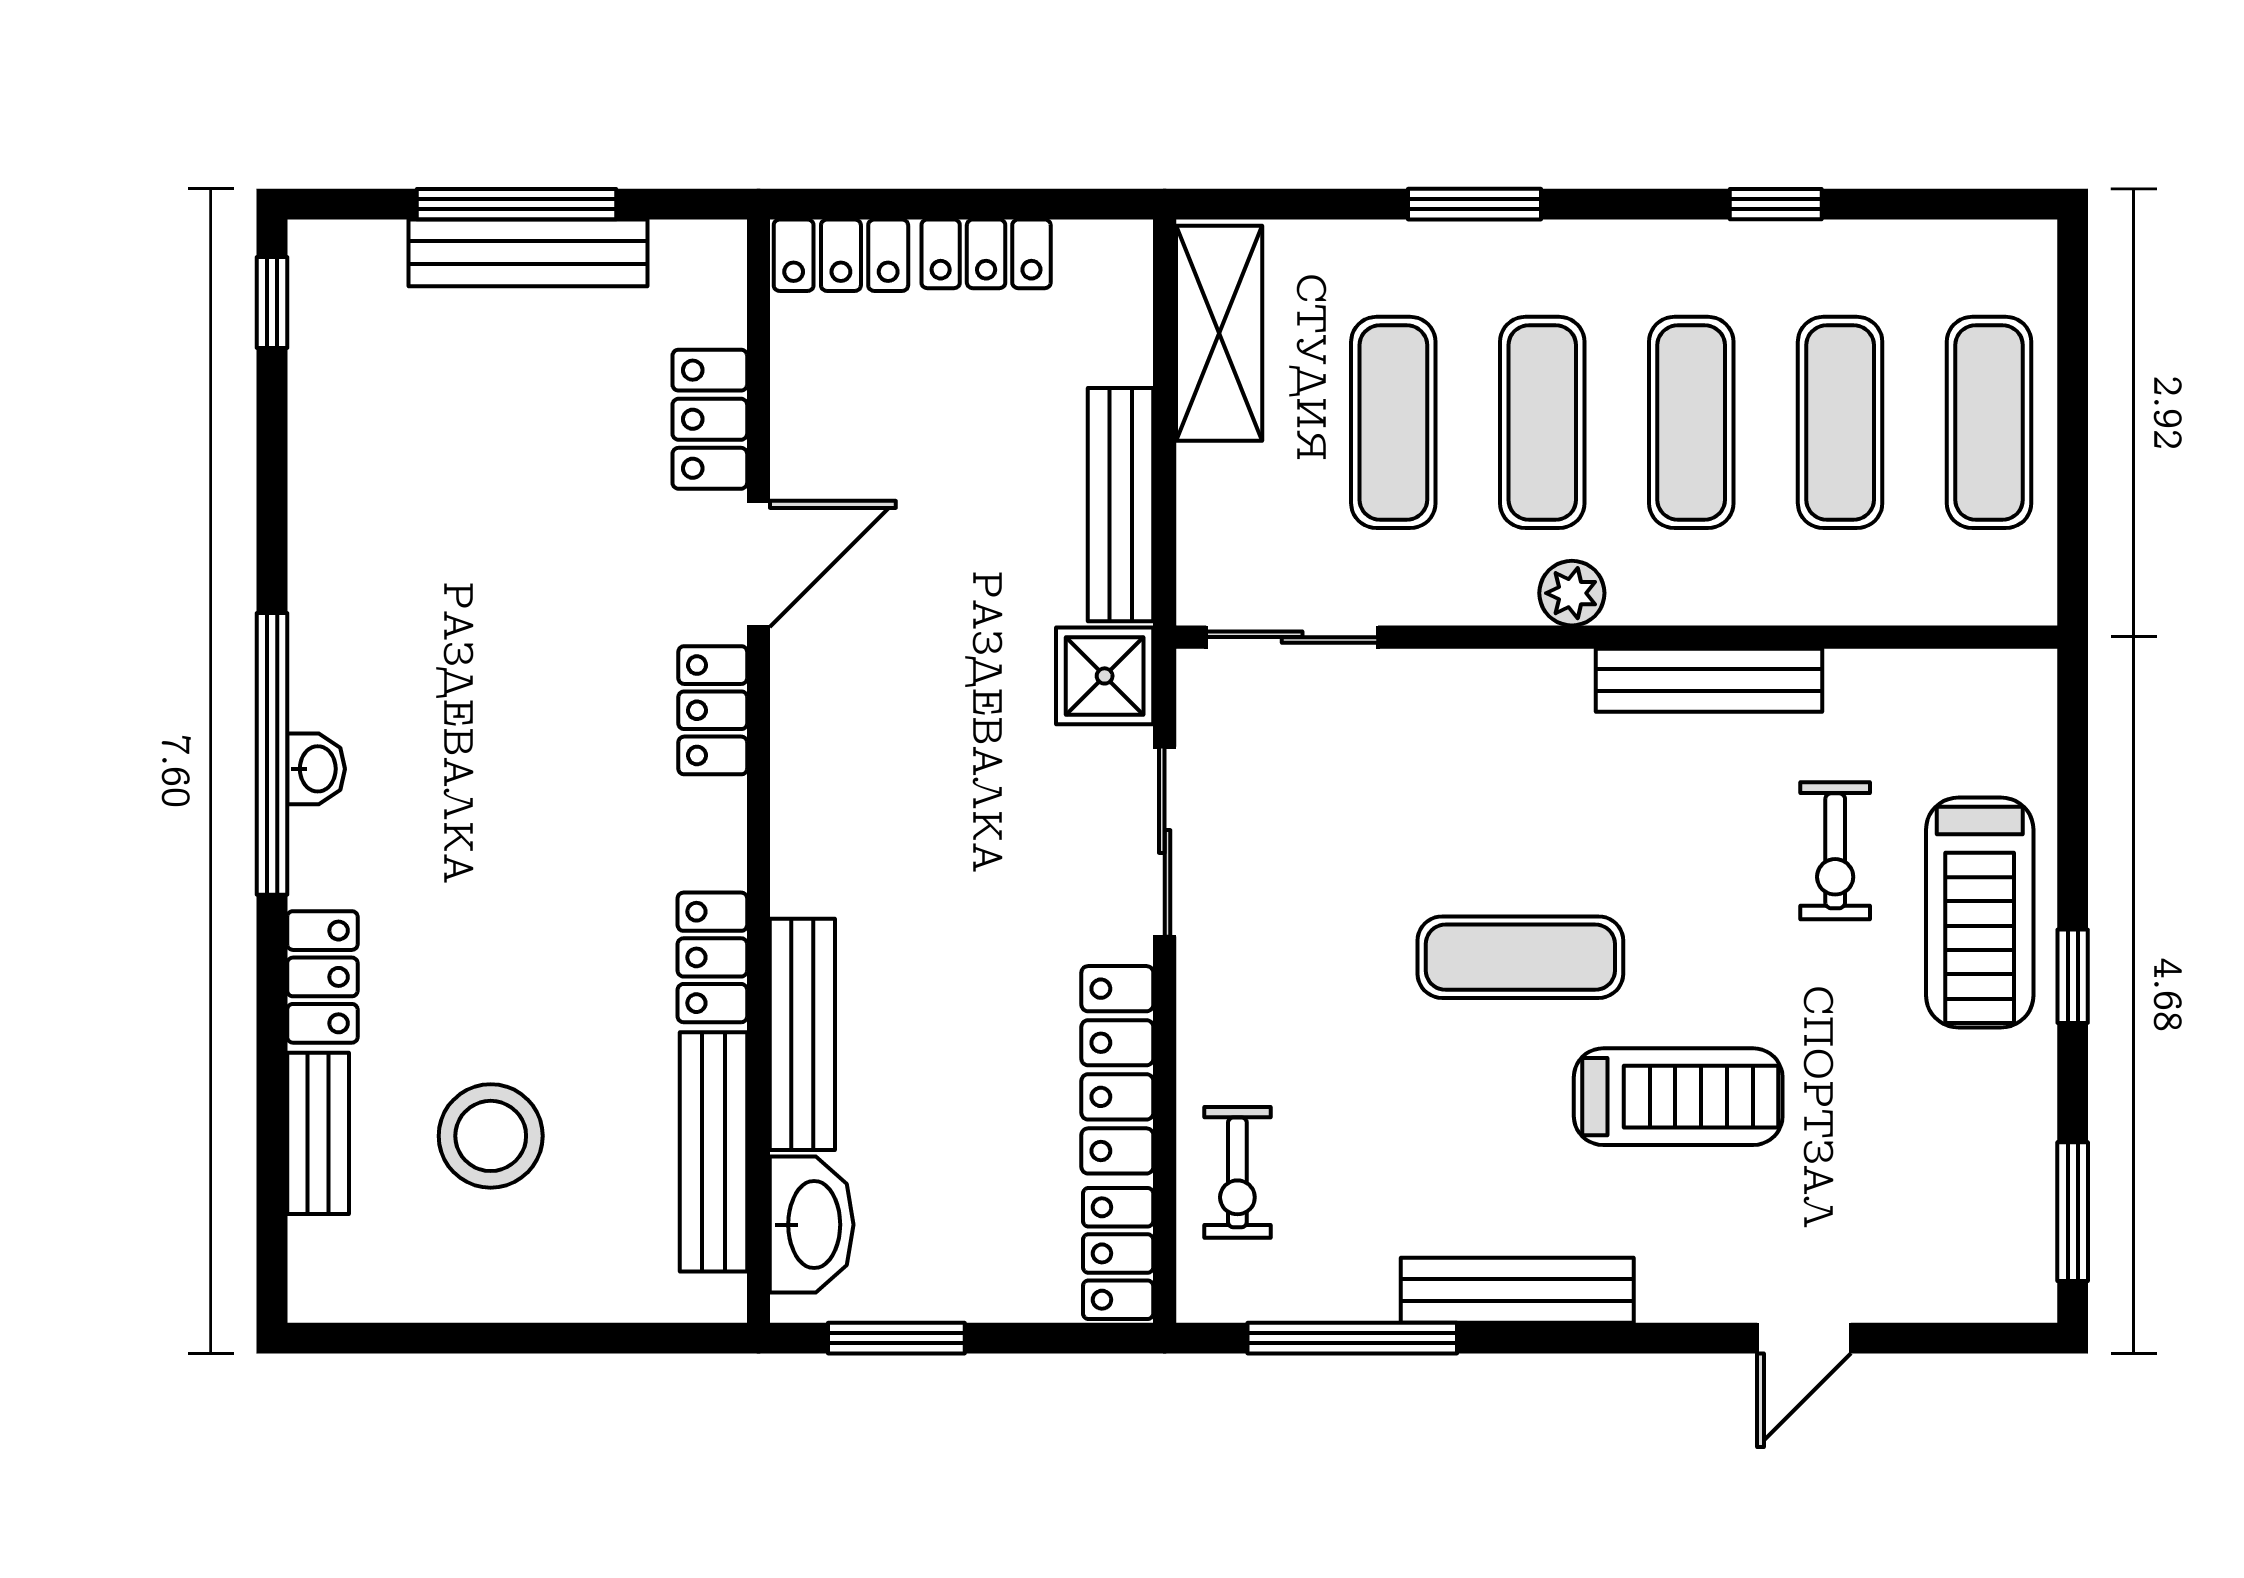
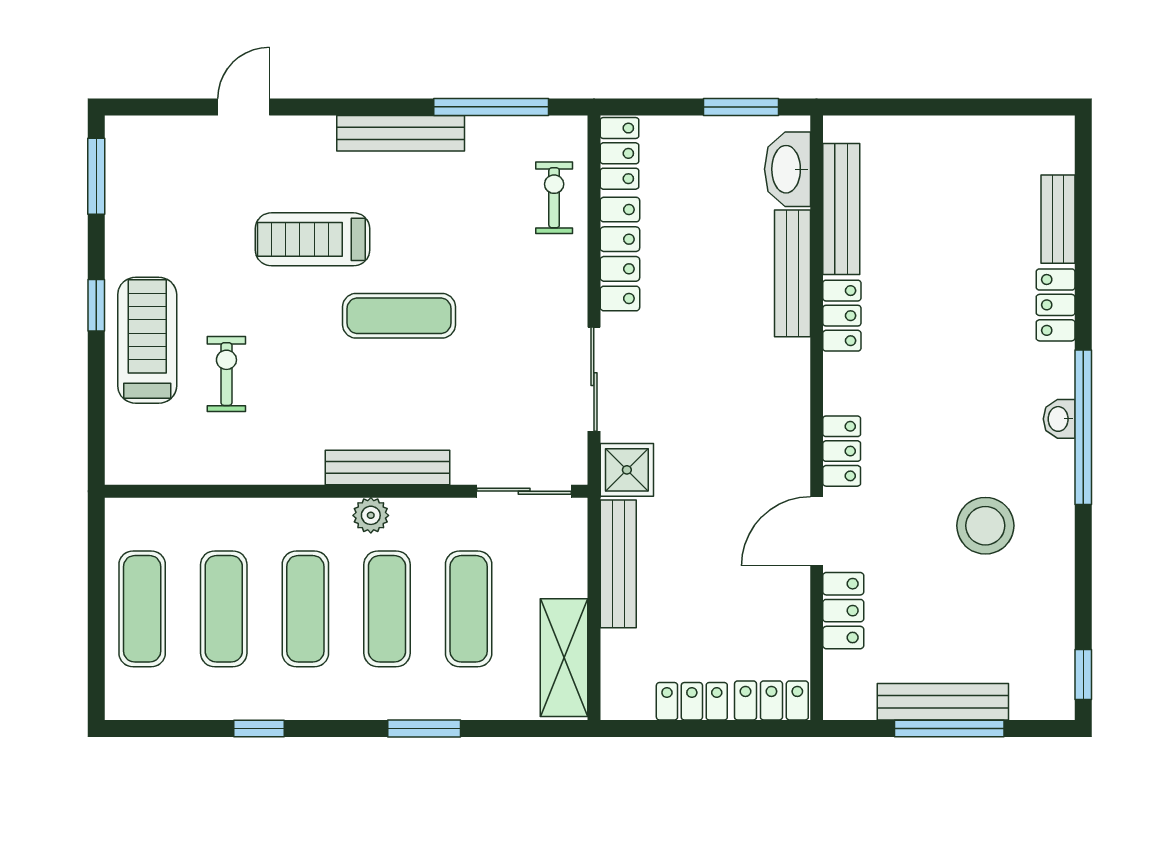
bench: (1709, 680) -> (388, 468), moved
stool: (491, 1136) -> (985, 526), moved

